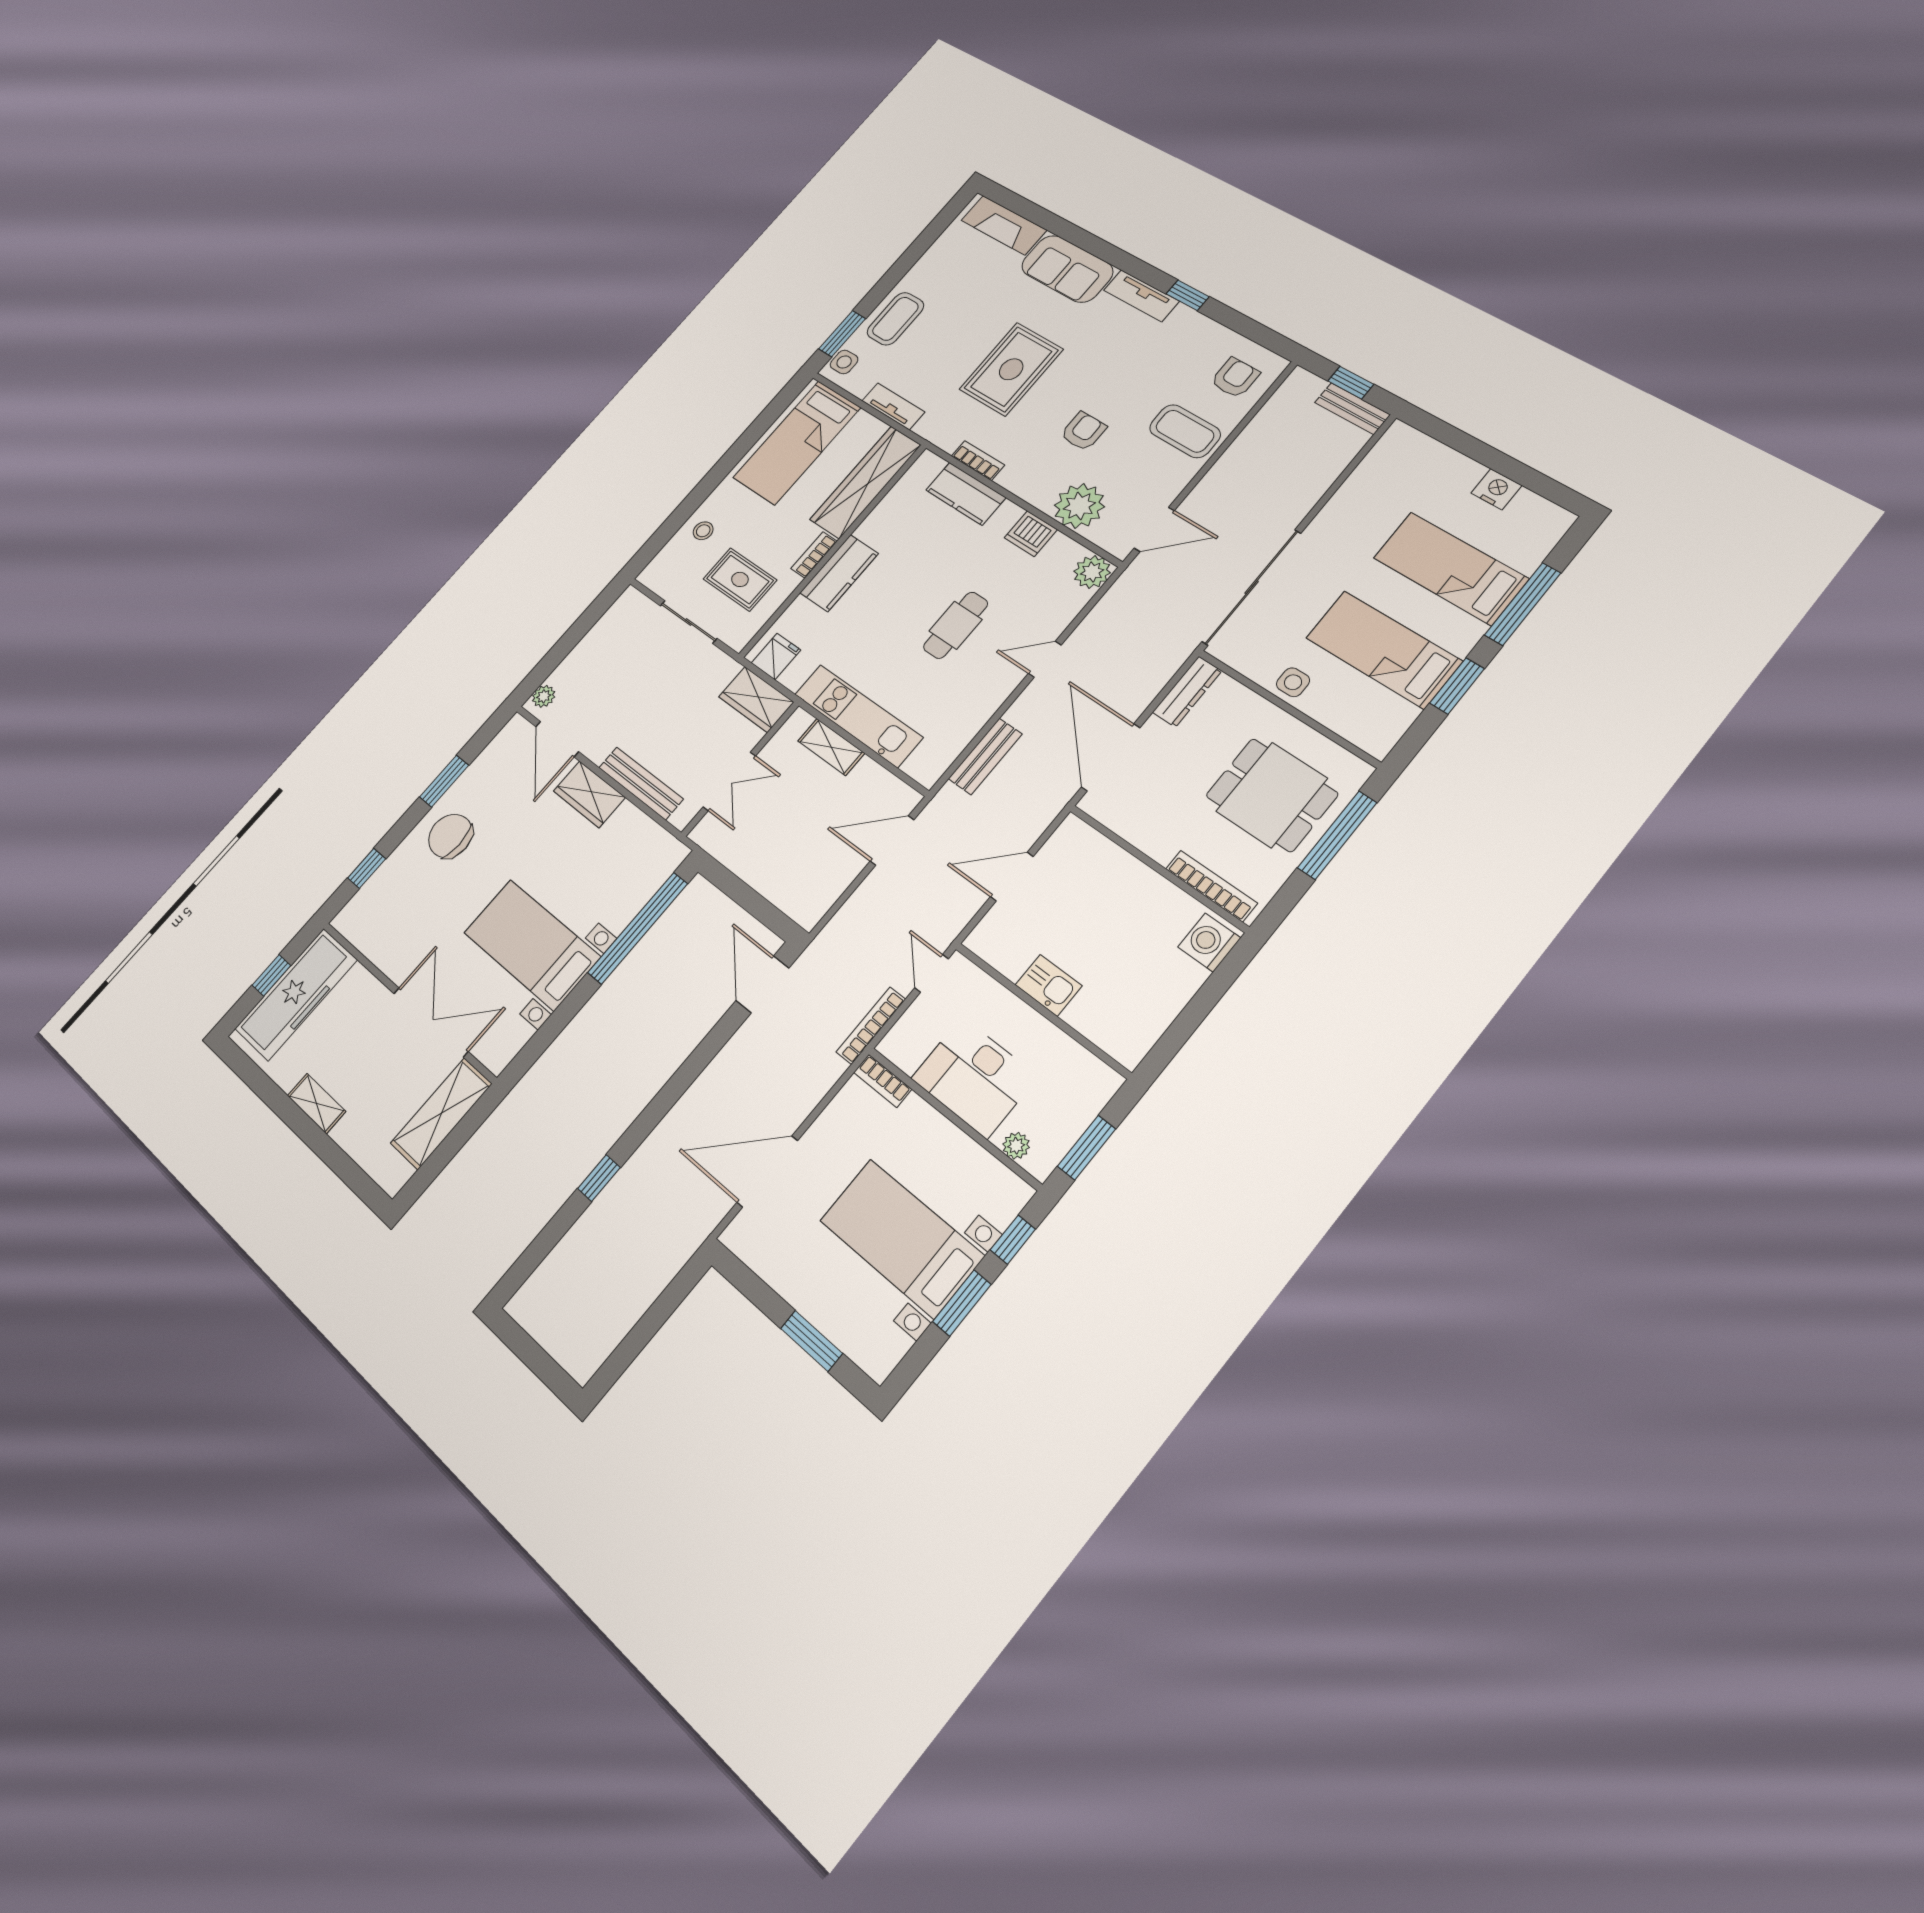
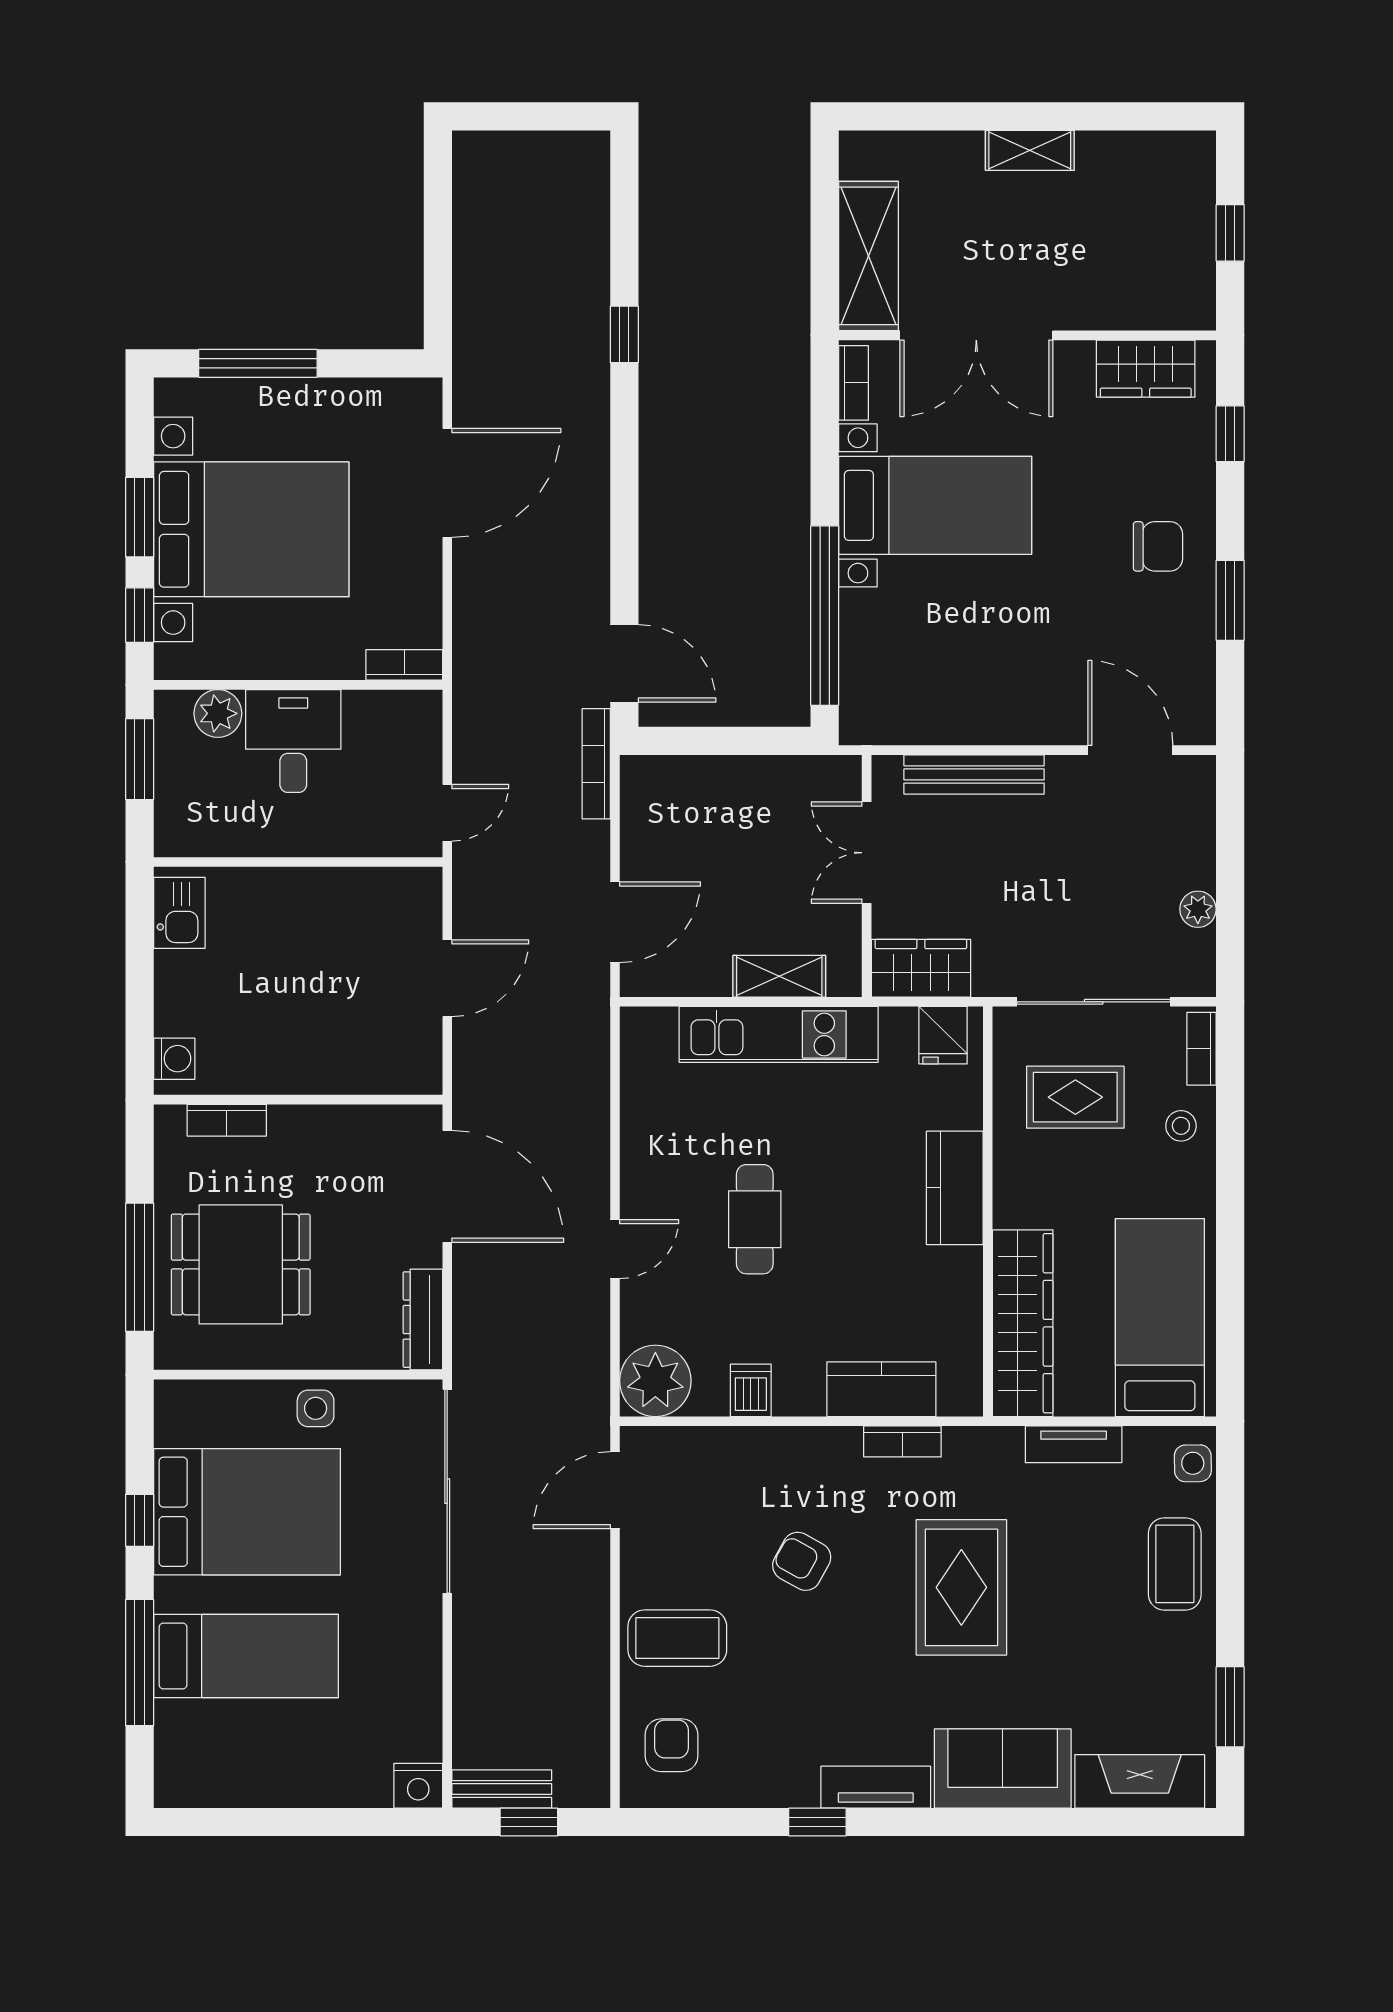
window: (842, 334) -> (1230, 1707), moved
armchair: (1235, 378) -> (672, 1745), turned 180
armchair: (1083, 431) -> (802, 1561), turned 119
nightstand: (1496, 489) -> (418, 1786), moved
plant: (1079, 506) -> (728, 1463), removed
dishwasher: (1031, 534) -> (751, 1390), width x0.73
bookcase: (814, 555) -> (1202, 1049), moved, turned 180
plant: (1092, 572) -> (655, 1381), width x1.36, depth x1.36
sliding door: (689, 622) -> (1094, 1002), width x1.37
bed: (1384, 649) -> (247, 1512), width x1.50
window: (1457, 686) -> (140, 1520), width x0.67
plant: (544, 696) -> (1198, 909), moved
bench: (985, 756) -> (589, 1090), removed
wardrobe: (589, 794) -> (1146, 369), moved, turned 180
chair: (450, 836) -> (1158, 546), width x0.73, depth x0.73
bookcase: (1211, 886) -> (227, 1120), width x0.64
washing machine: (1209, 942) -> (174, 1059), width x0.73, depth x0.73
door: (932, 973) -> (447, 813), hinge flipped
kitchen sink: (1049, 985) -> (179, 913), moved, turned -90
freezer: (296, 994) -> (1176, 238), removed
bookcase: (871, 1026) -> (596, 764), moved, turned 180
bookcase: (511, 1047) -> (854, 383), added
desk: (974, 1077) -> (293, 741), width x0.73
plant: (1016, 1146) -> (218, 713), width x1.38, depth x1.38
bed with nightstands: (902, 1238) -> (251, 529), width x1.36
window: (812, 1341) -> (258, 363), width x1.44

